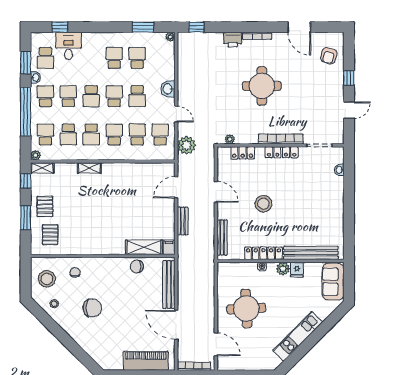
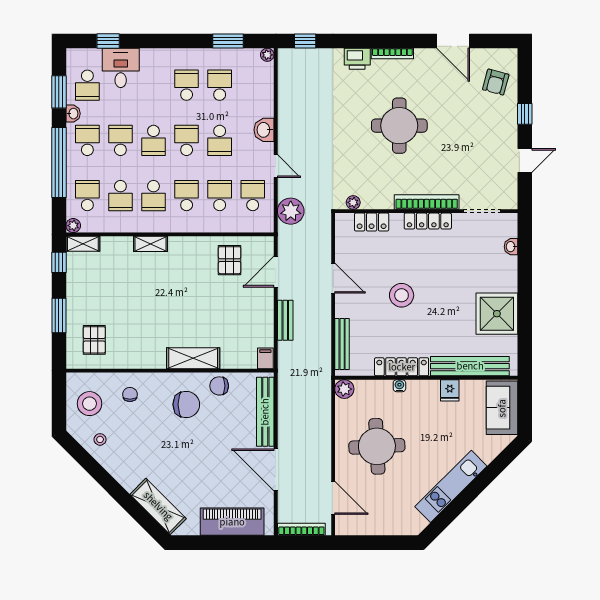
pallet: (45, 206) -> (230, 260), moved
shower: (330, 216) -> (497, 314), added
shelving: (144, 247) -> (193, 358), moved
plant: (283, 269) -> (344, 389), moved
chair: (92, 308) -> (186, 404), moved
shelving: (94, 350) -> (158, 506), added

